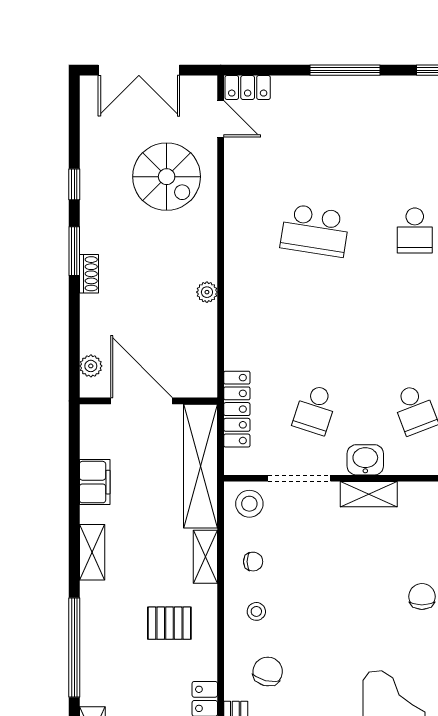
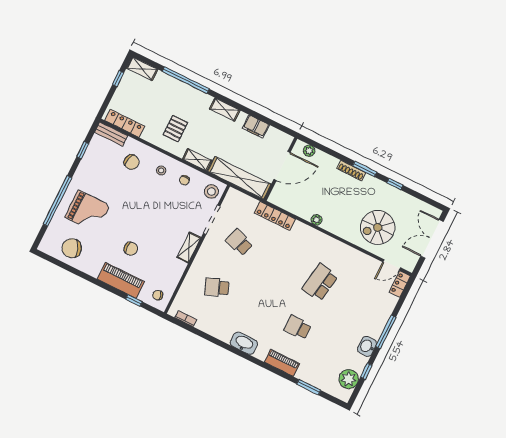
shoe rack: (89, 274) -> (351, 171), width x1.43
locker: (237, 409) -> (275, 216), moved
washbasin: (365, 460) -> (367, 346), moved, turned 180

